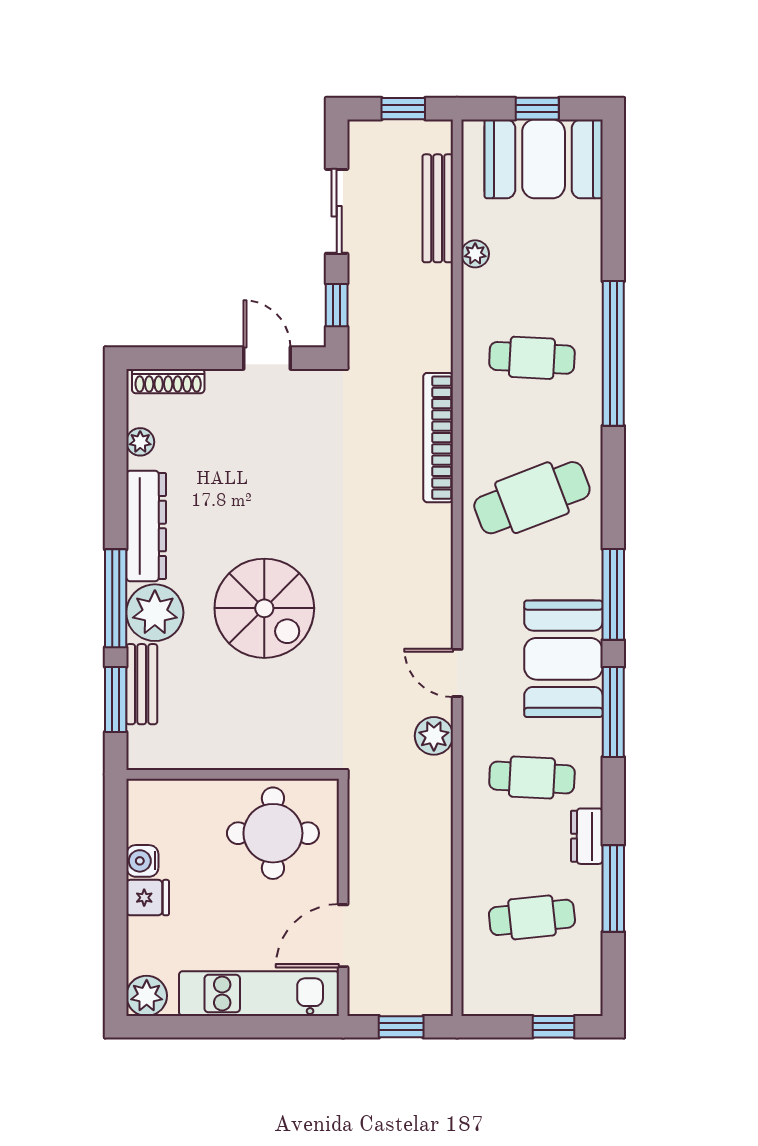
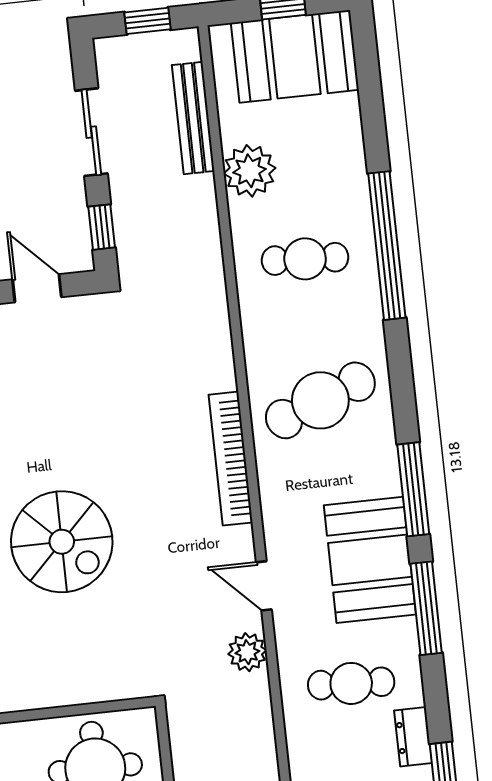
plant: (475, 254) -> (250, 171), width x1.87, depth x1.87
bookcase: (438, 438) -> (231, 459), moved

